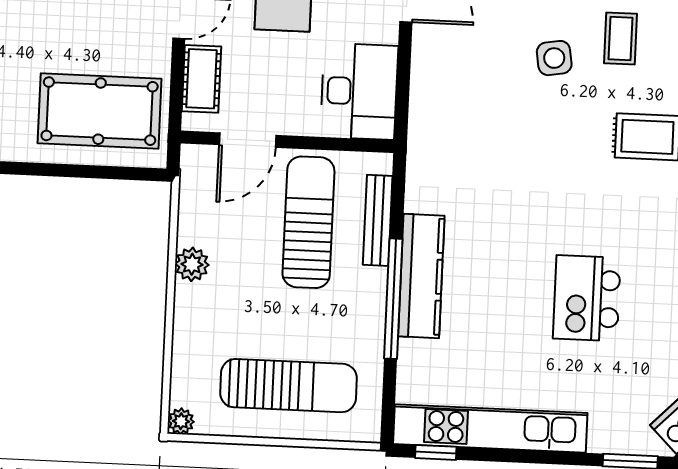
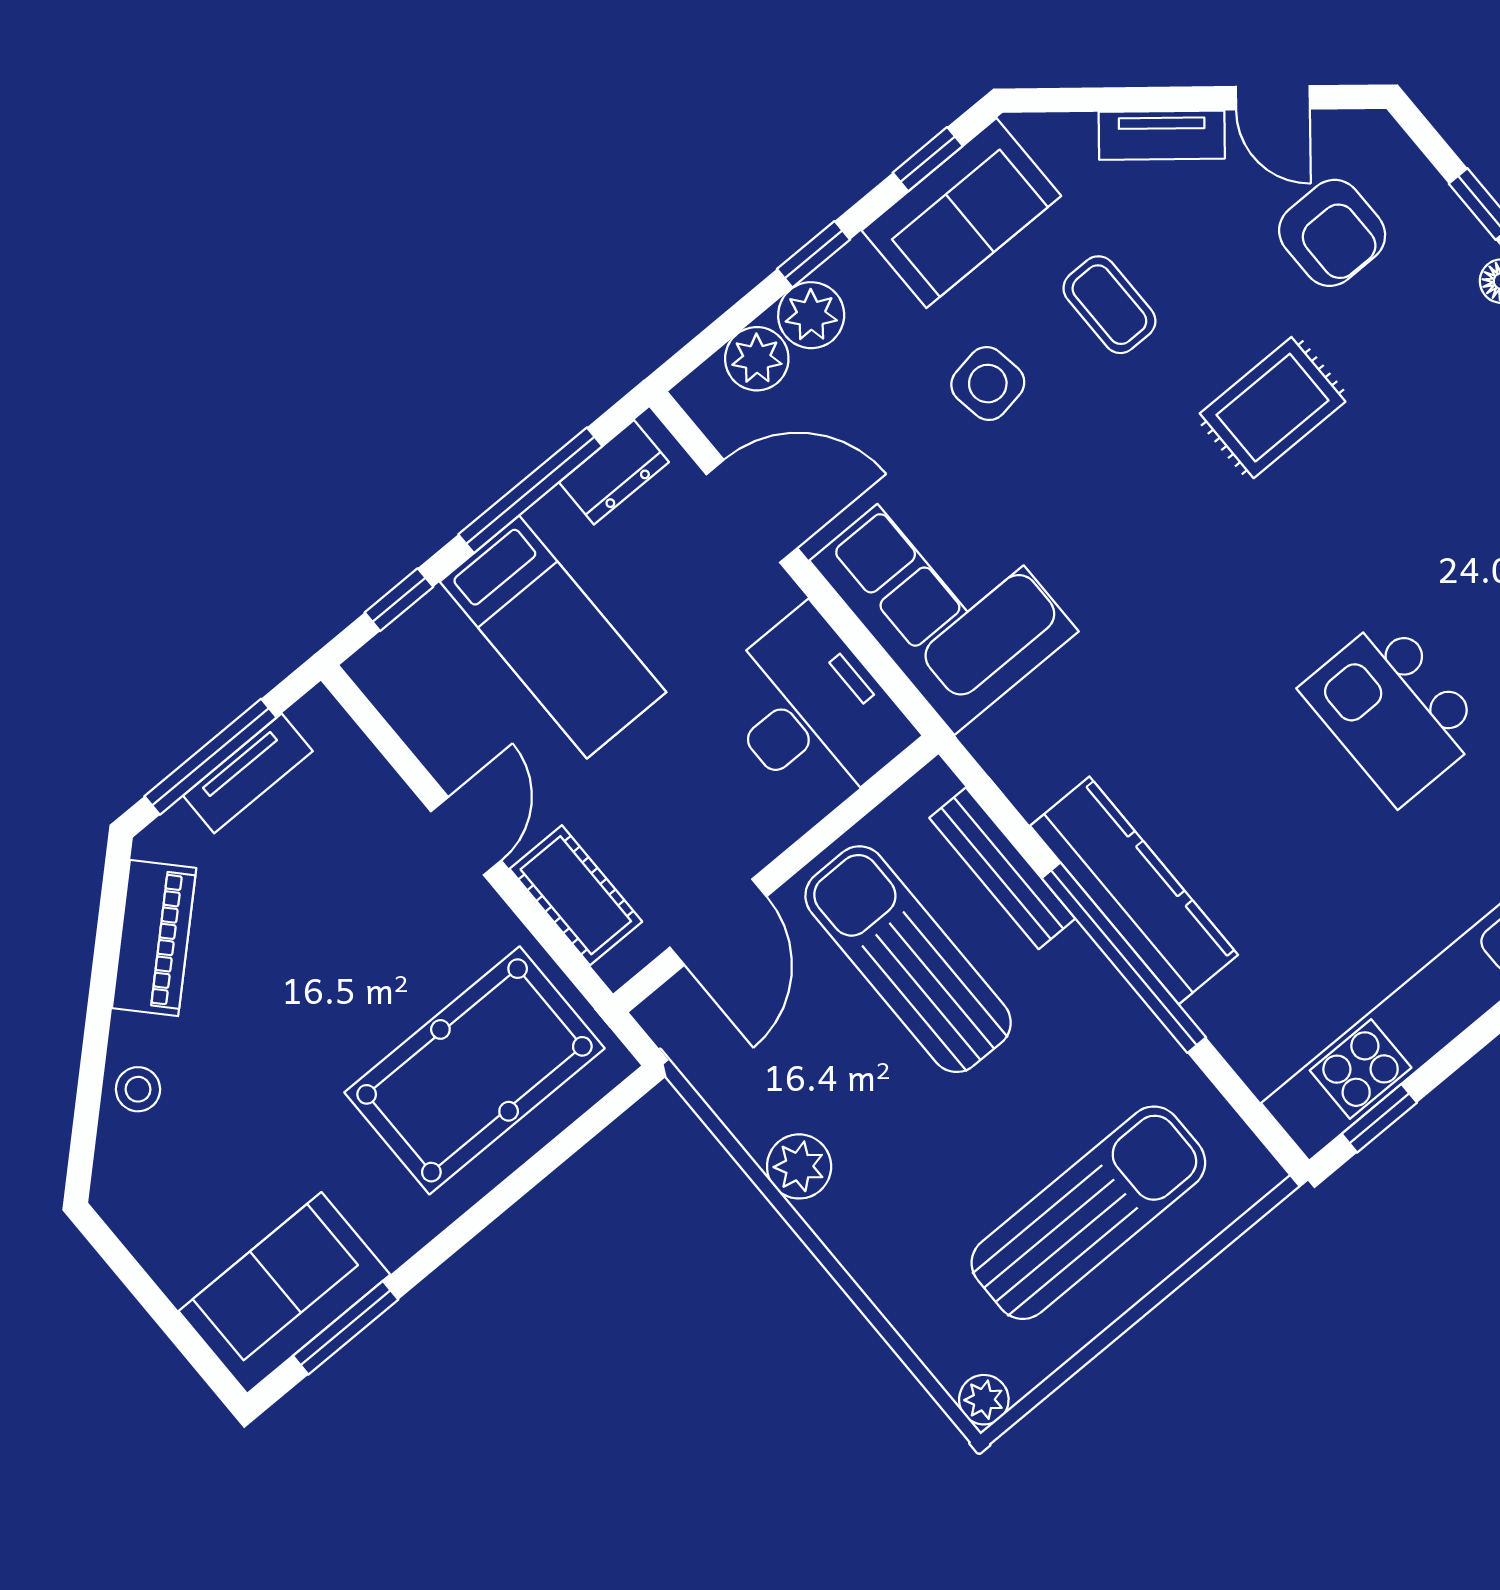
side table: (554, 58) -> (988, 384), moved
corner sofa: (452, 93) -> (944, 596), added

